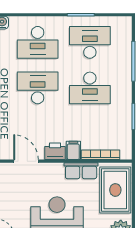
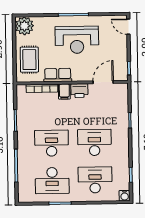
desk: (38, 88) -> (94, 142), turned 180
door: (26, 161) -> (103, 82), swing flipped
rug: (115, 190) -> (29, 60), width x0.73, depth x0.70

